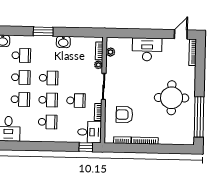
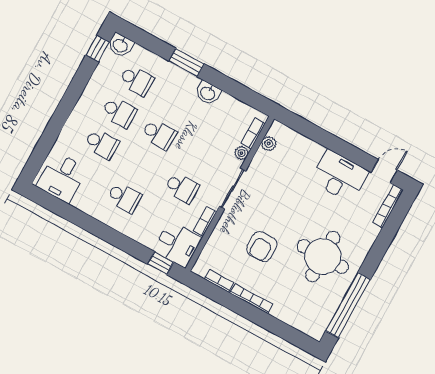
desk: (147, 49) -> (340, 176), moved
school desk: (48, 100) -> (142, 166), removed
armchair: (124, 115) -> (262, 247), moved, turned -90

